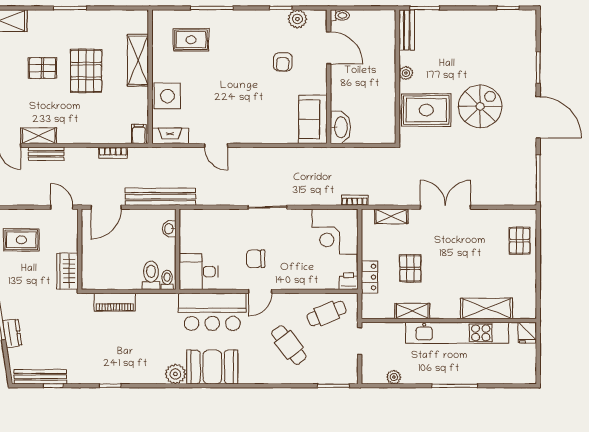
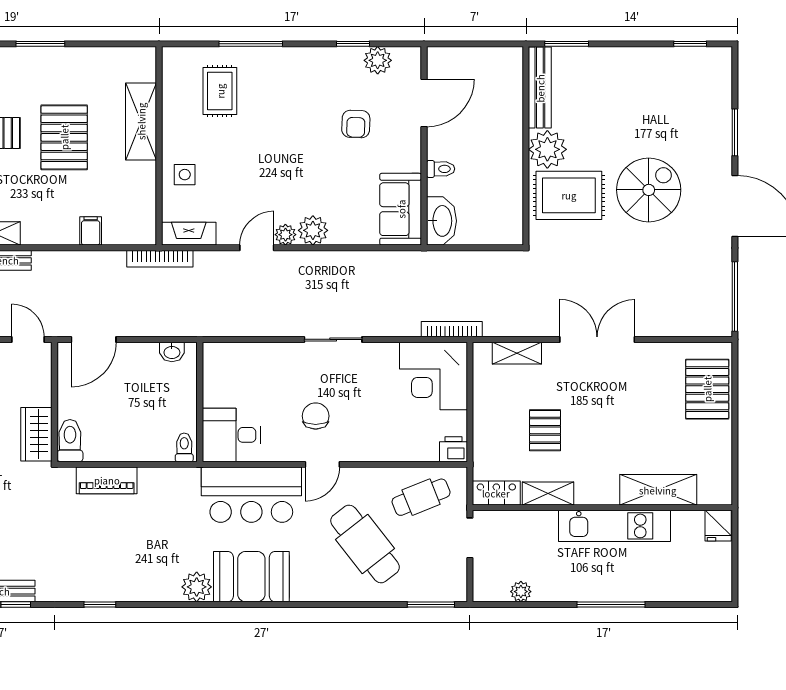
toilet: (340, 15) -> (441, 169), moved
bench: (407, 30) -> (540, 88), width x1.36
rug: (191, 40) -> (220, 91), turned 90
door: (329, 48) -> (424, 103), hinge flipped
plant: (406, 73) -> (547, 149), width x1.88, depth x1.88
side table: (167, 96) -> (185, 175), width x0.54, depth x0.54
filing cabinet: (139, 134) -> (91, 231), moved
plant: (254, 134) -> (313, 230), added
plant: (235, 137) -> (285, 235), added
door: (216, 145) -> (257, 248), swing flipped
bookcase: (113, 153) -> (160, 259), moved, width x1.56
bench: (160, 197) -> (174, 324), removed
bookcase: (355, 200) -> (452, 329), width x1.56
washbasin: (169, 229) -> (172, 352), moved, turned -90
pallet: (520, 241) -> (707, 389), width x1.50, depth x1.42
chair: (256, 259) -> (316, 416), turned 90
toilet: (151, 275) -> (70, 441), moved
locker: (369, 277) -> (496, 493), moved, turned -90
kitchen unit: (457, 333) -> (615, 526), width x0.73
cafe table: (289, 345) -> (365, 544), width x1.37, depth x1.35

